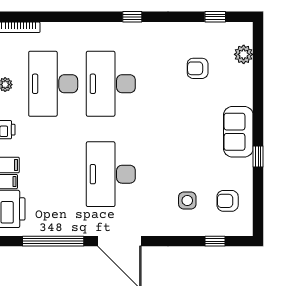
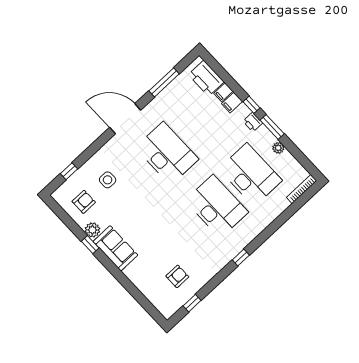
plant: (244, 54) -> (92, 230), moved
armchair: (198, 68) -> (177, 276), moved
window: (53, 241) -> (164, 82), width x0.68

